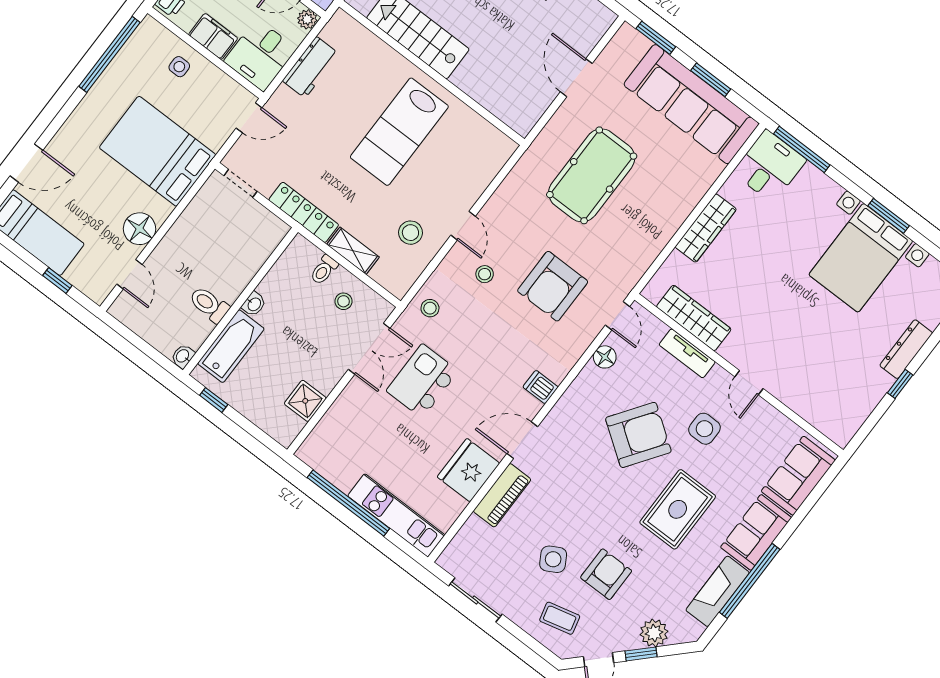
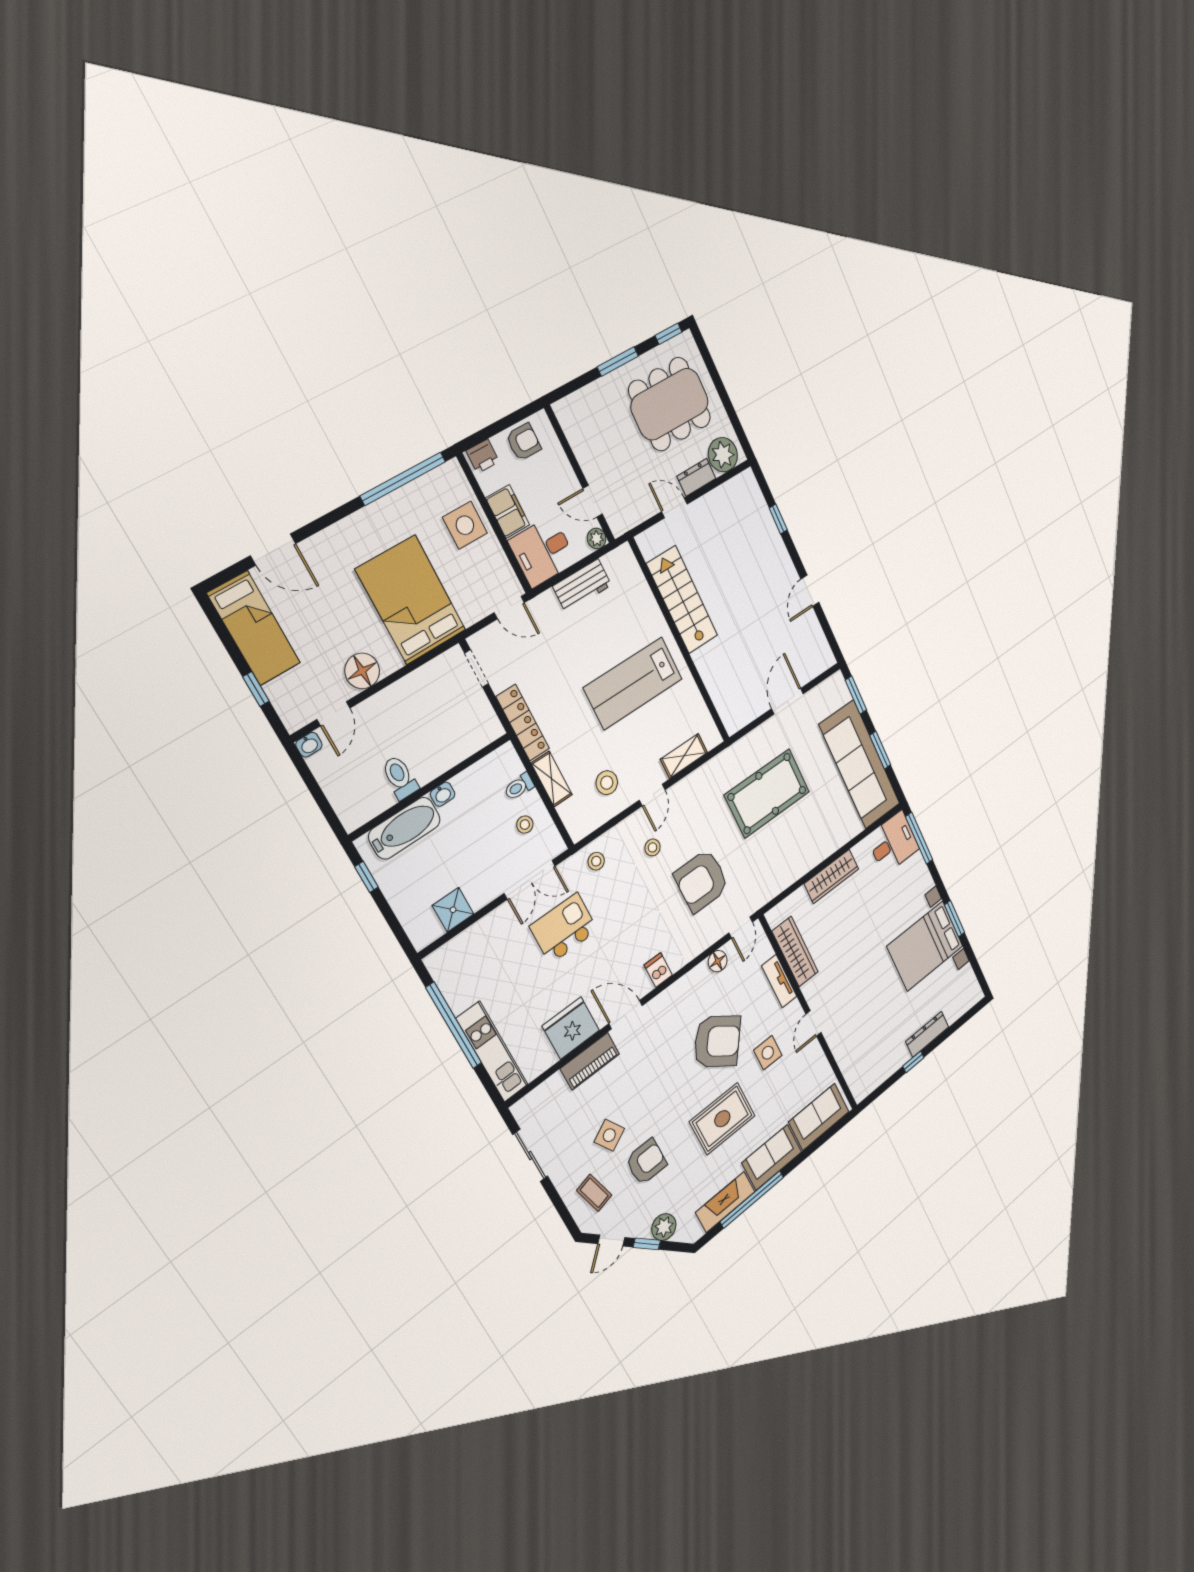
side table: (179, 67) -> (465, 525), width x1.87, depth x1.87
shelving: (482, 176) -> (684, 756), added
washbasin: (183, 356) -> (309, 745), moved, turned 180

